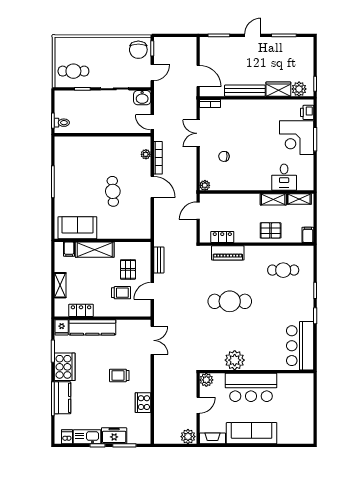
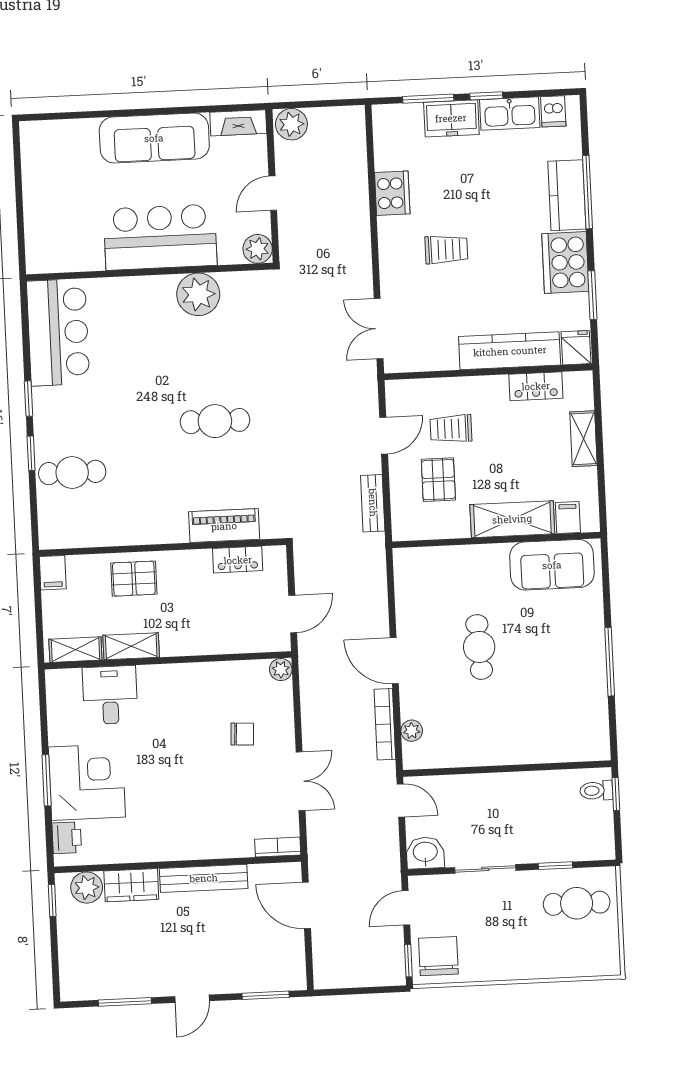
cafe table: (283, 270) -> (72, 472), moved
cafe table: (230, 301) -> (215, 421), width x0.73, depth x0.74

